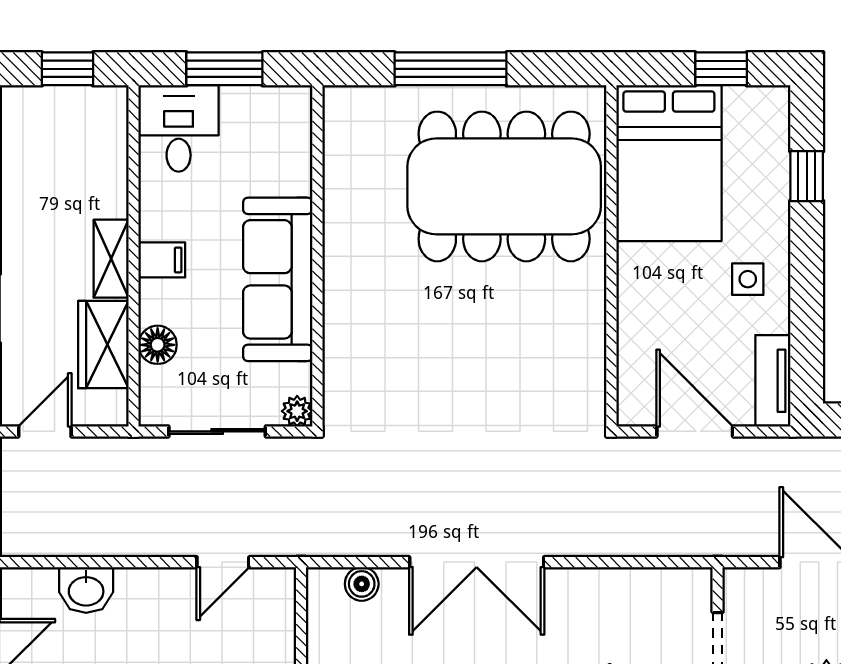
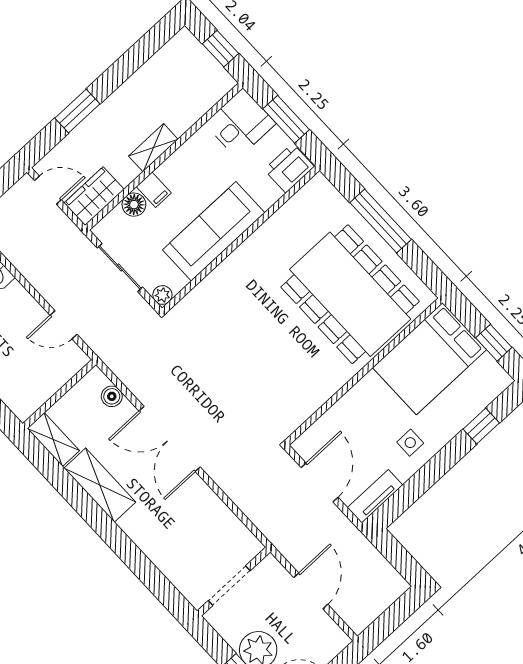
printer: (286, 119) -> (289, 168), added
filing cabinet: (162, 260) -> (154, 190), moved
wardrobe: (103, 345) -> (94, 196), moved

